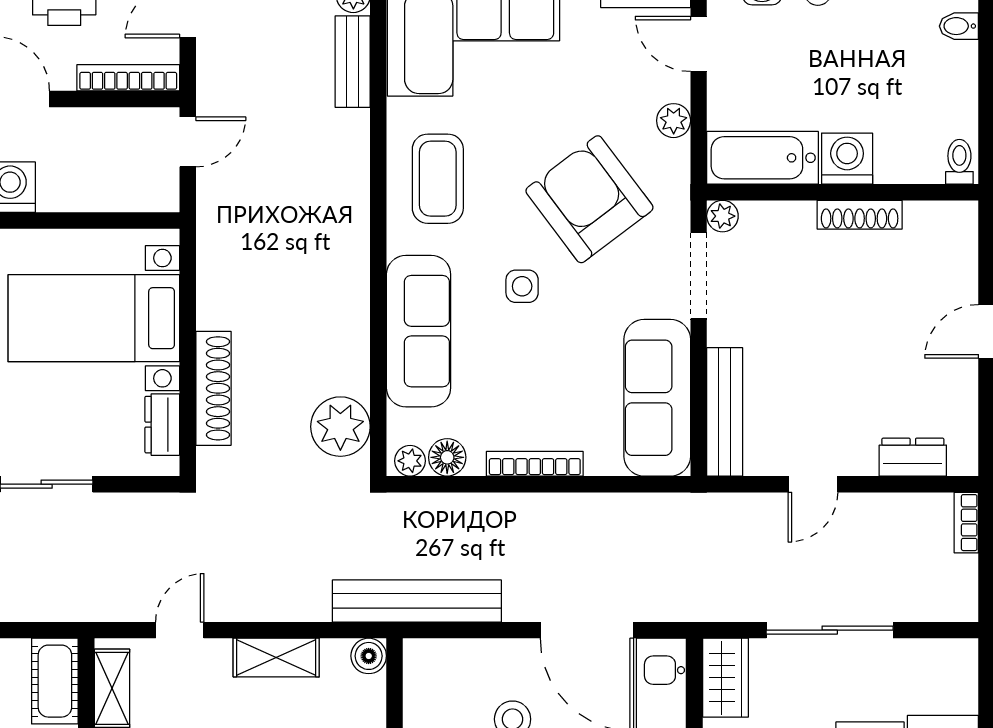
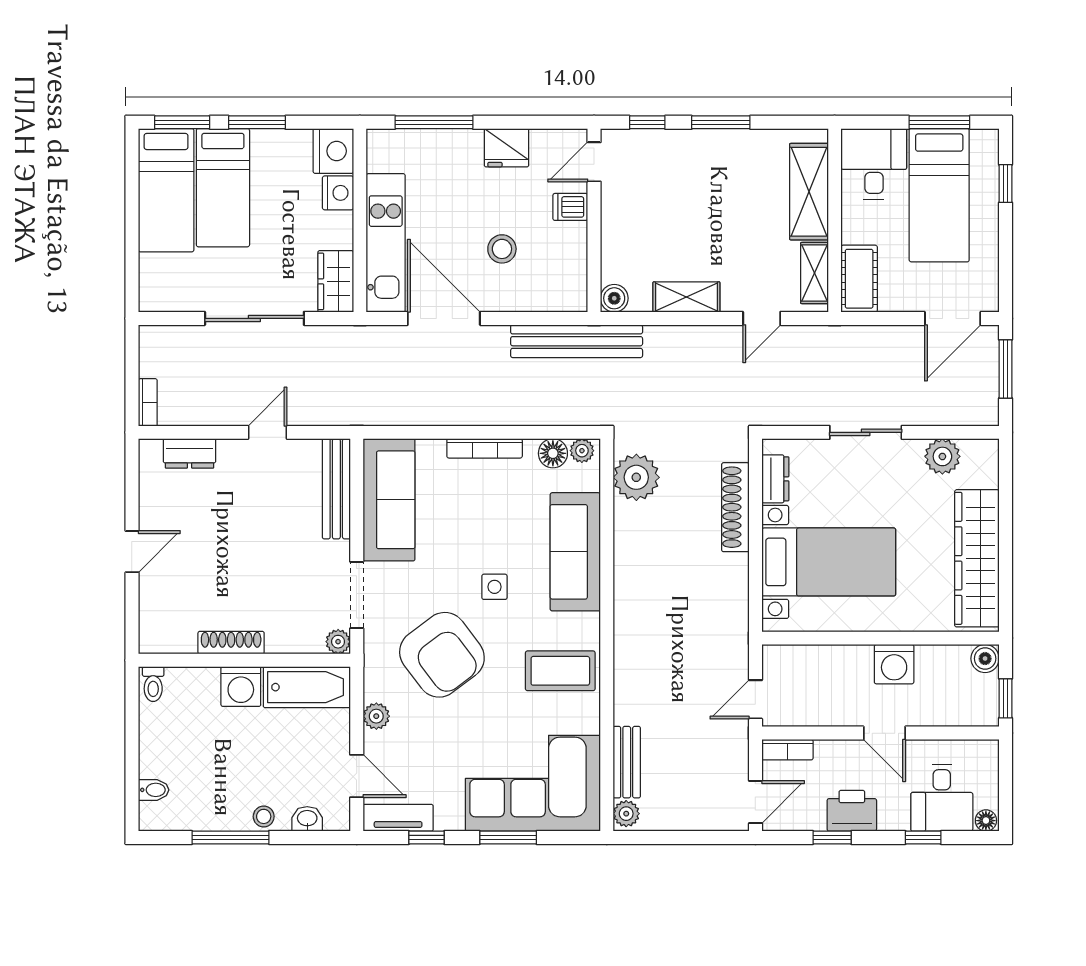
bookcase: (128, 78) -> (787, 750), width x0.64
coffee table: (438, 179) -> (560, 671), turned 90

